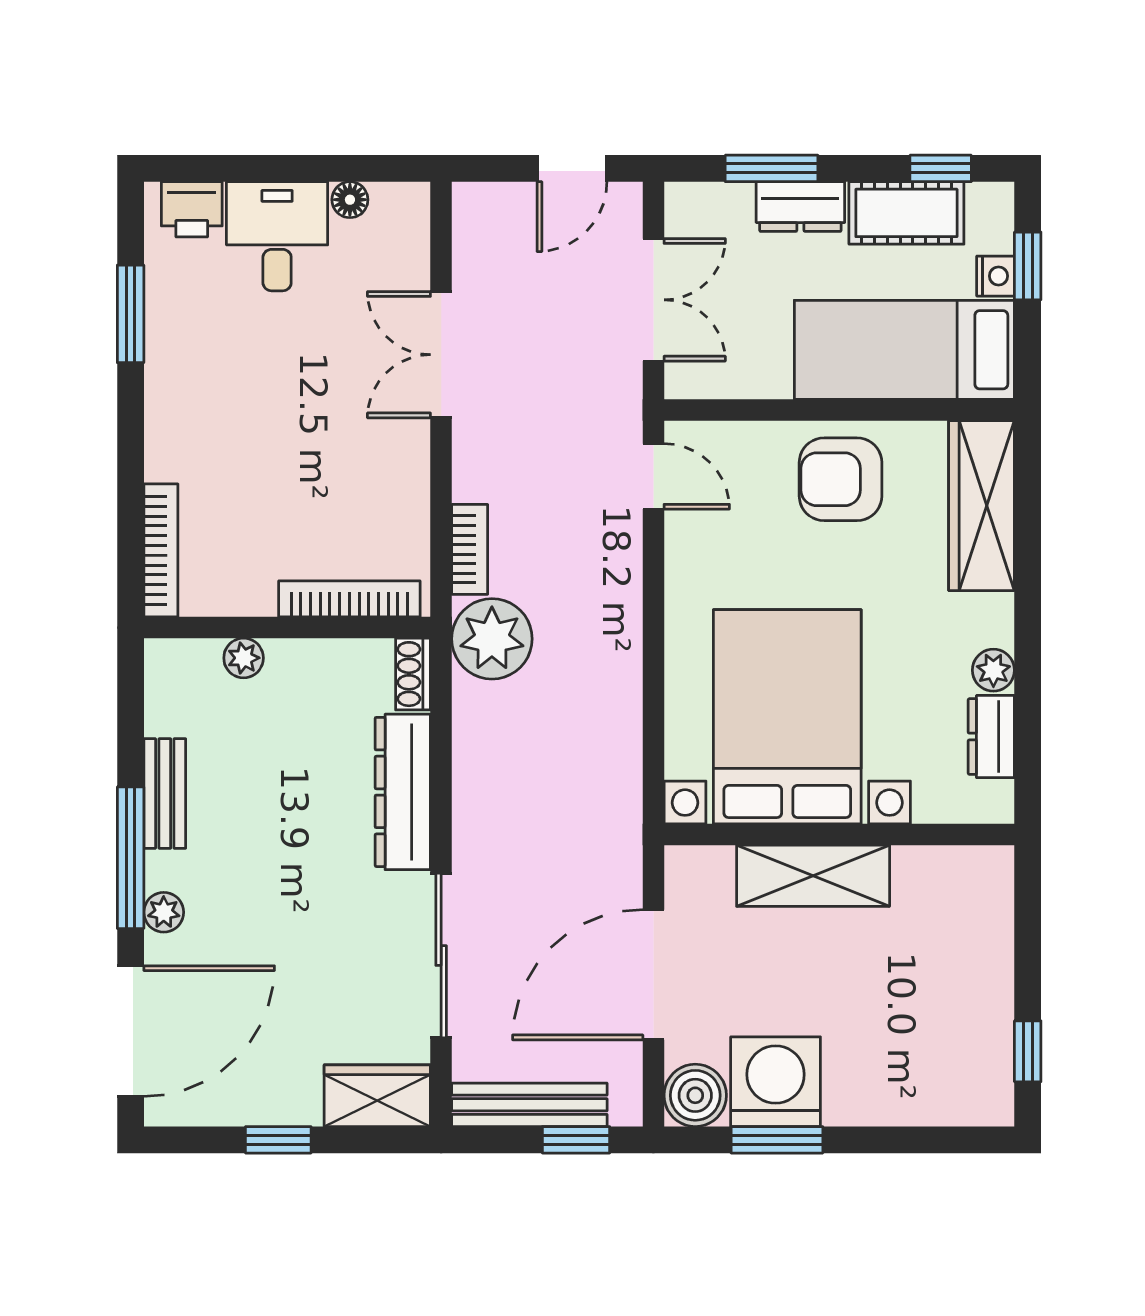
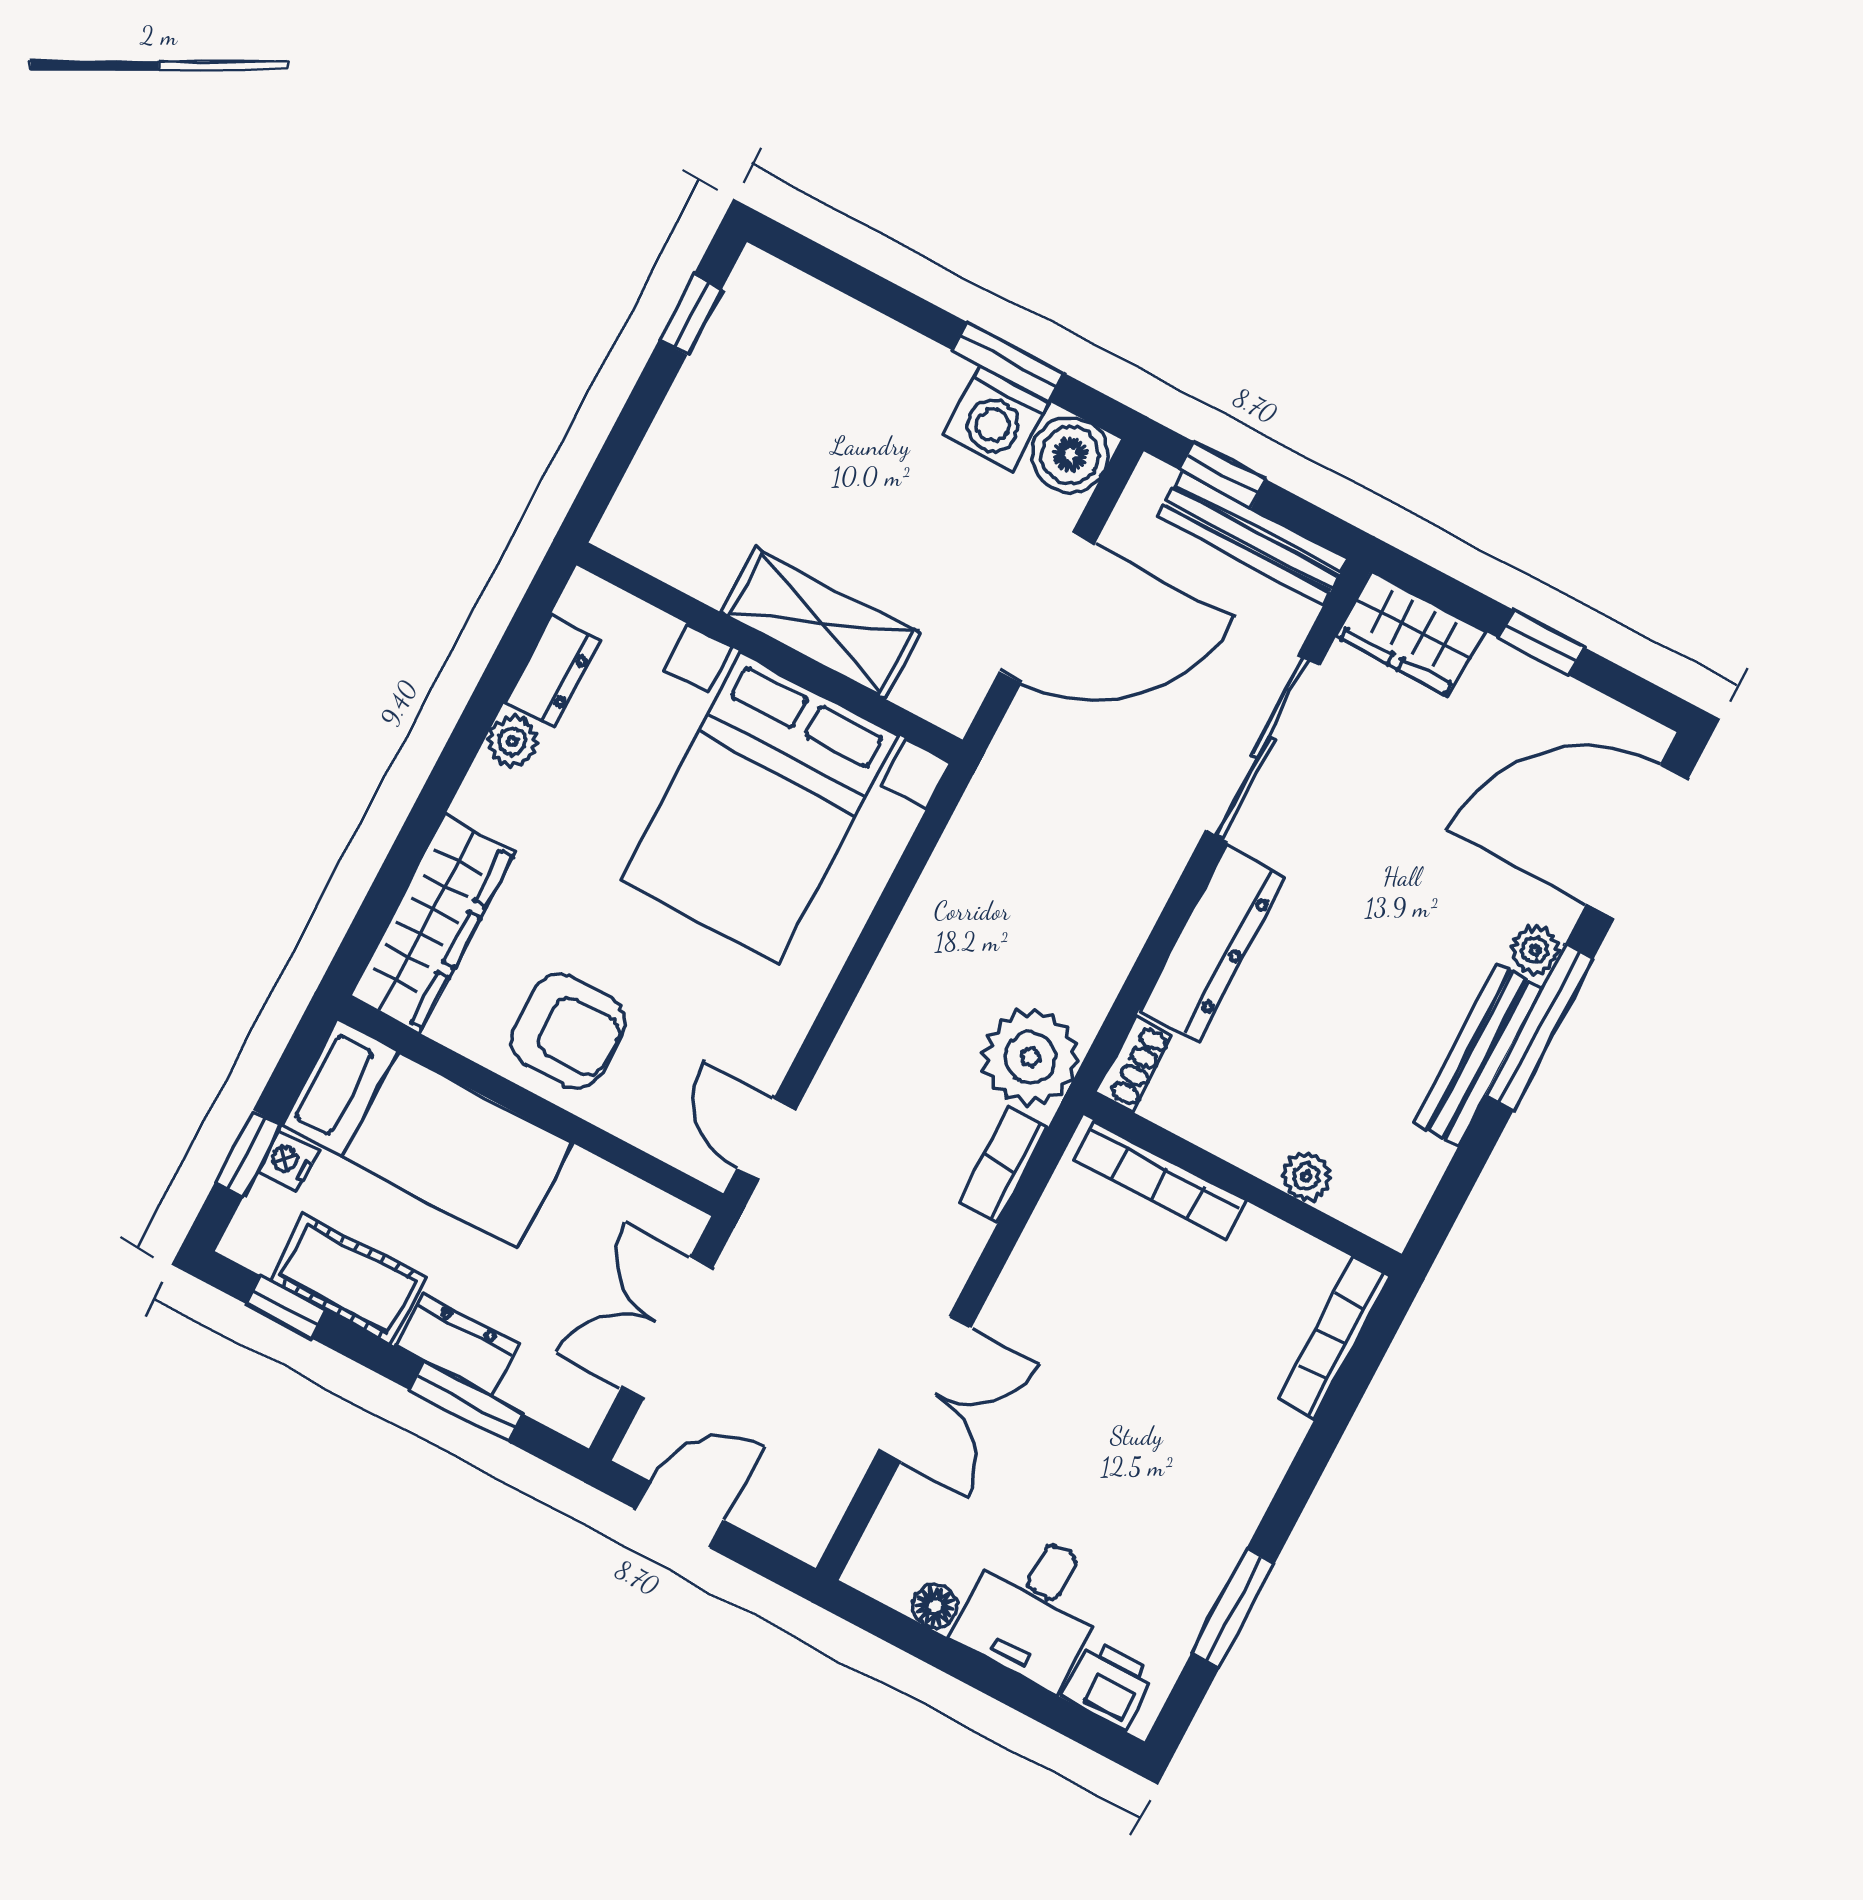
bench: (165, 793) -> (1478, 1055), width x1.36
washing machine: (776, 1082) -> (997, 418), width x0.73, depth x0.73

